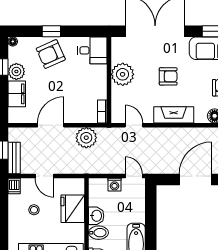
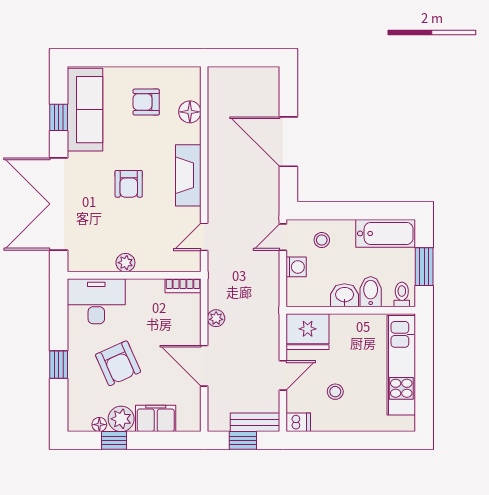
floor lamp: (13, 41) -> (99, 425), moved
desk: (92, 50) -> (96, 301), width x1.37
armchair: (51, 54) -> (118, 363), moved
plant: (123, 74) -> (125, 263), width x0.53, depth x0.53
armchair: (168, 76) -> (129, 184), turned 180
plant: (86, 138) -> (216, 318), width x0.53, depth x0.53
stool: (132, 201) -> (322, 240), added
fridge: (73, 209) -> (308, 332), moved

